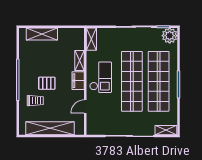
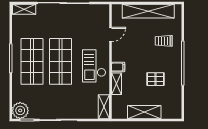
shelving: (42, 34) -> (144, 112), moved
filing cabinet: (78, 81) -> (118, 67), width x0.50
shop shelf: (132, 81) -> (61, 61), width x0.71
shop shelf: (159, 81) -> (32, 61), width x0.71
pallet: (47, 83) -> (155, 79), moved

